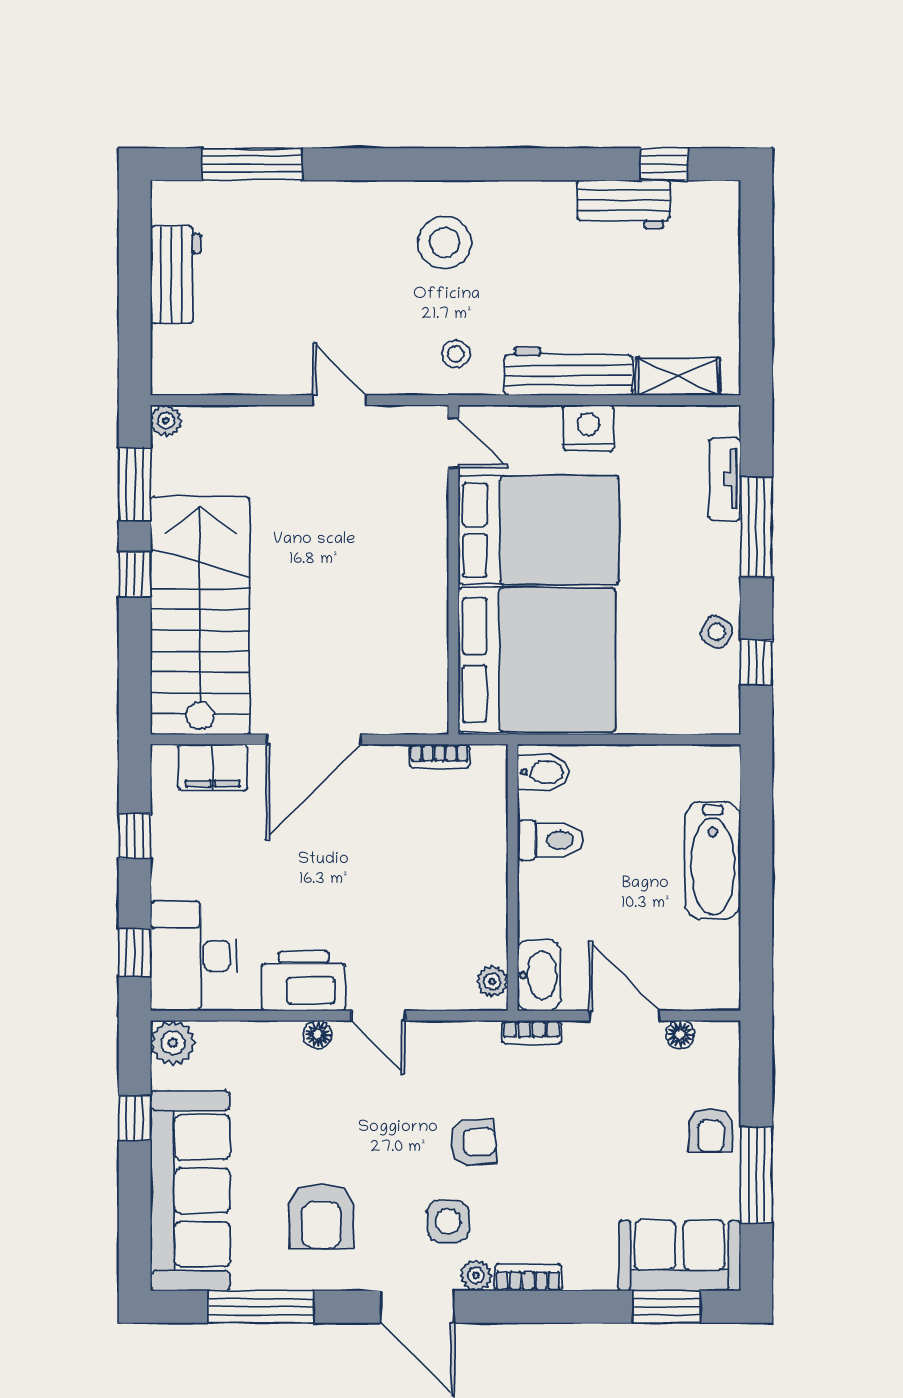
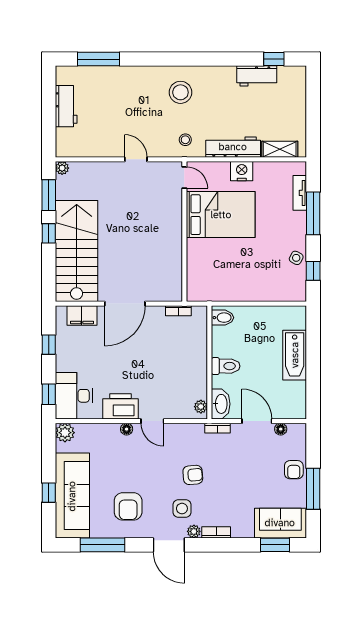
bed: (537, 660) -> (220, 270), removed
toilet: (551, 840) -> (226, 366), moved
window: (135, 1118) -> (49, 493), moved

